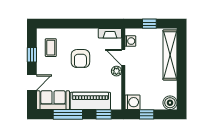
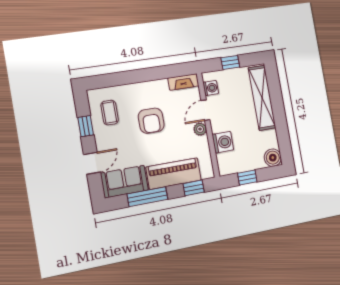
door: (123, 57) -> (205, 110), hinge flipped
washing machine: (132, 102) -> (223, 142), moved

